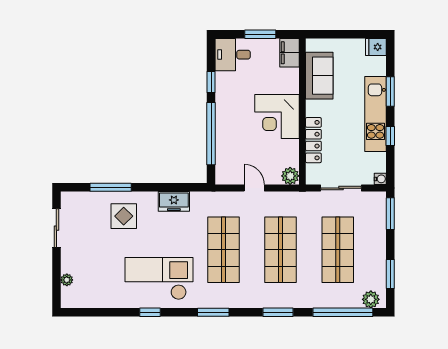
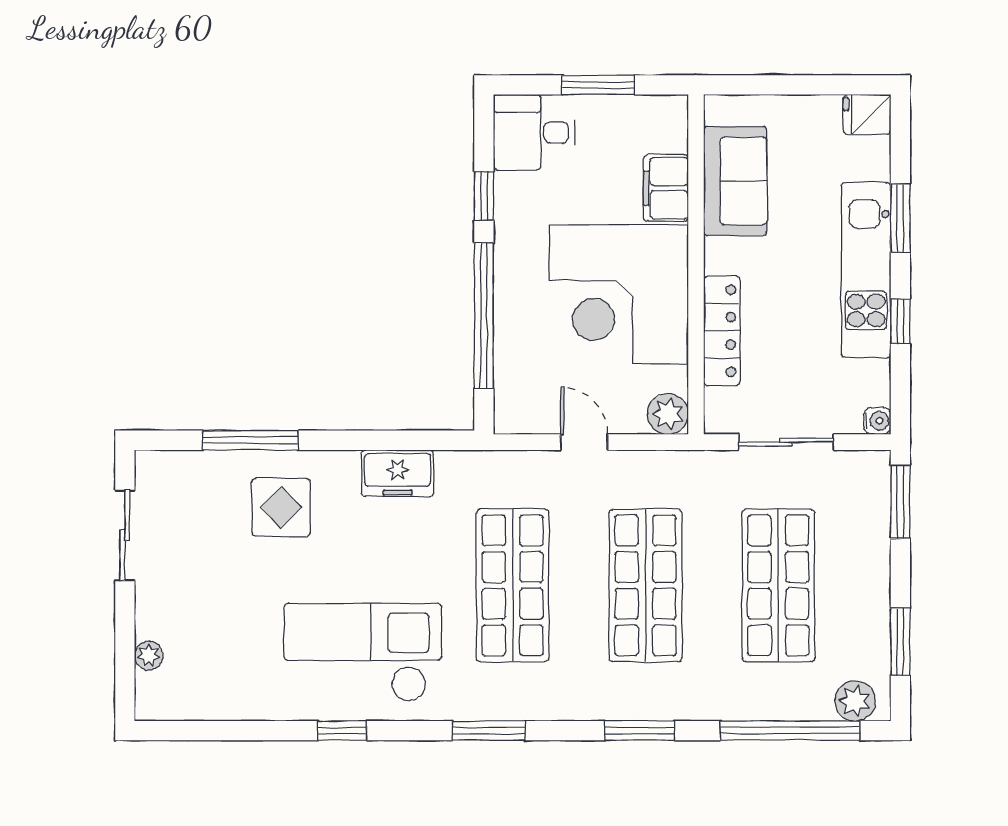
filing cabinet: (289, 53) -> (666, 188), moved
corner desk: (277, 116) -> (619, 294), width x1.36, depth x1.36

